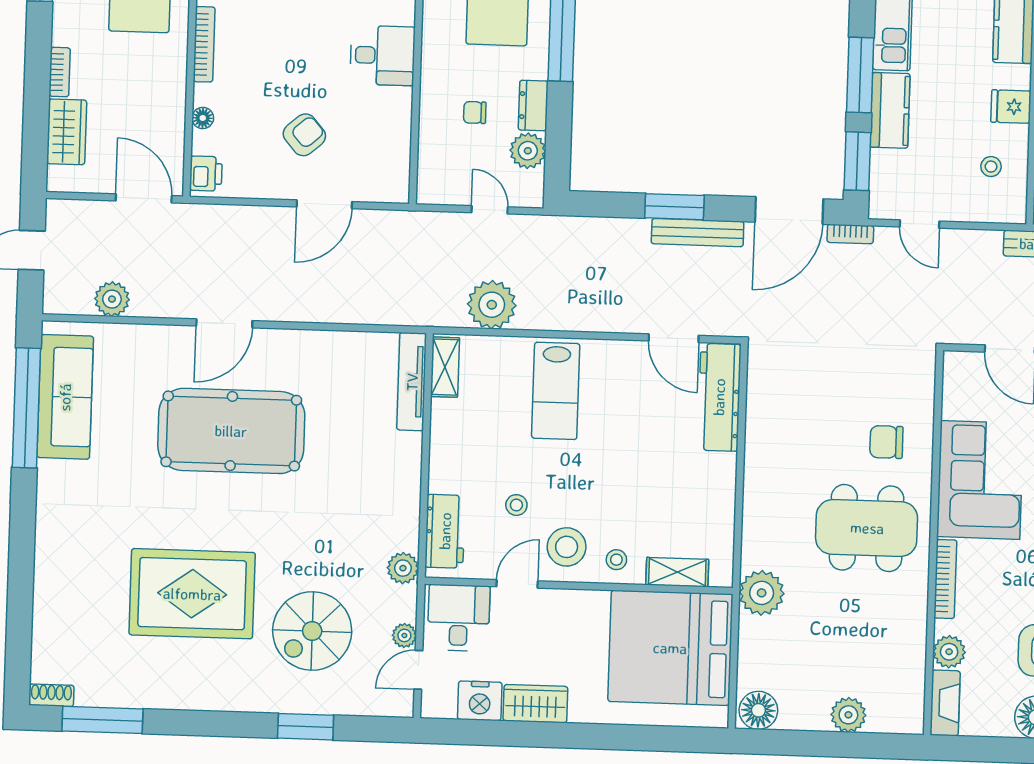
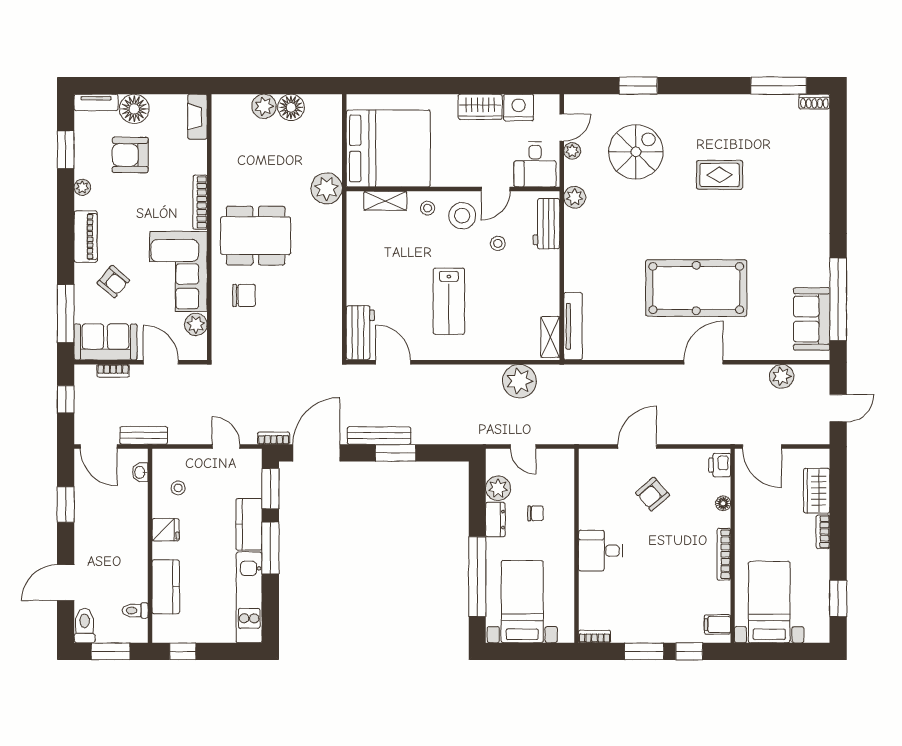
lab bench: (556, 391) -> (449, 301), moved, turned 180
sofa: (65, 397) -> (812, 319), width x0.73
workbench: (719, 397) -> (360, 332), width x0.73
rug: (192, 594) -> (720, 175), width x0.54, depth x0.49
plant: (949, 652) -> (196, 325), moved
floor lamp: (758, 710) -> (291, 107), moved

